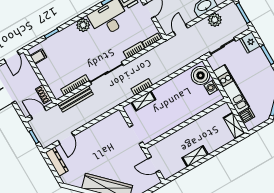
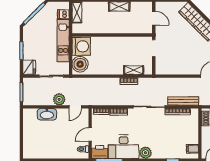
plant: (215, 20) -> (59, 99), moved
washing machine: (212, 87) -> (81, 46), width x1.89, depth x1.89

